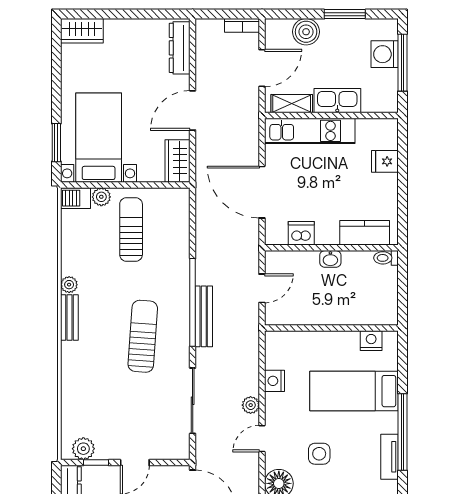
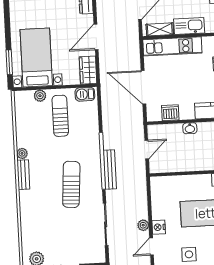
barbecue: (76, 198) -> (85, 94), moved
nightstand: (274, 381) -> (159, 227), moved

